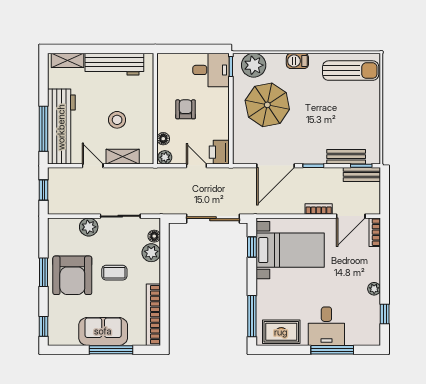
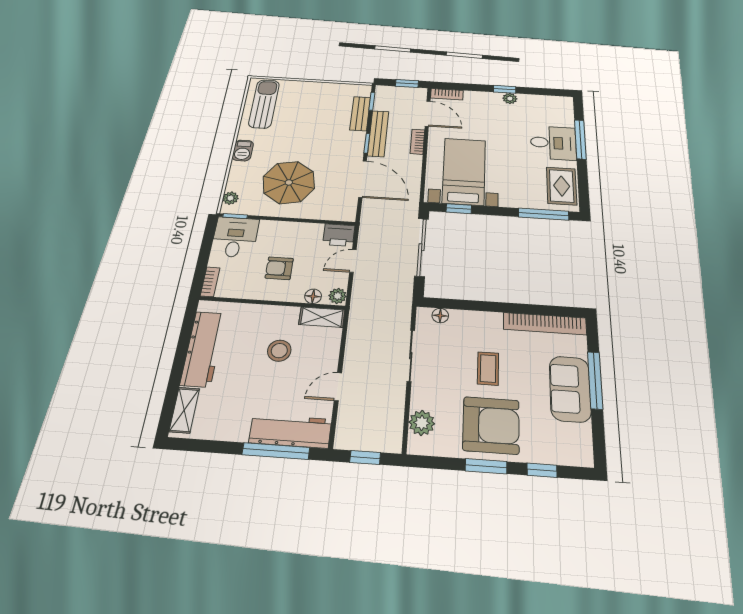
bookcase: (170, 58) -> (210, 282), added
plant: (254, 65) -> (231, 198), width x0.53, depth x0.53
workbench: (61, 127) -> (290, 431), width x0.73, depth x0.76
shelving: (123, 157) -> (322, 317), moved, turned 90
bench: (362, 174) -> (378, 134), moved, width x1.36
window: (385, 196) -> (407, 84), added
plant: (89, 227) -> (422, 423), moved
plant: (151, 253) -> (462, 321), removed
window: (385, 314) -> (505, 89), moved
window: (44, 326) -> (542, 470), moved

